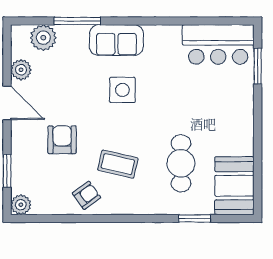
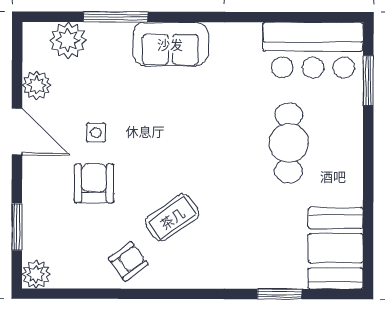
side table: (122, 90) -> (96, 133), moved, width x0.54, depth x0.54
cafe table: (181, 163) -> (289, 143), moved
coffee table: (118, 164) -> (172, 218), turned -48

